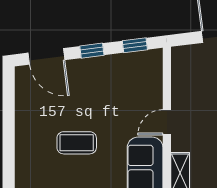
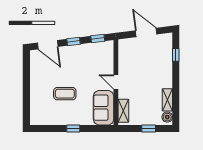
door: (167, 122) -> (116, 82), hinge flipped

